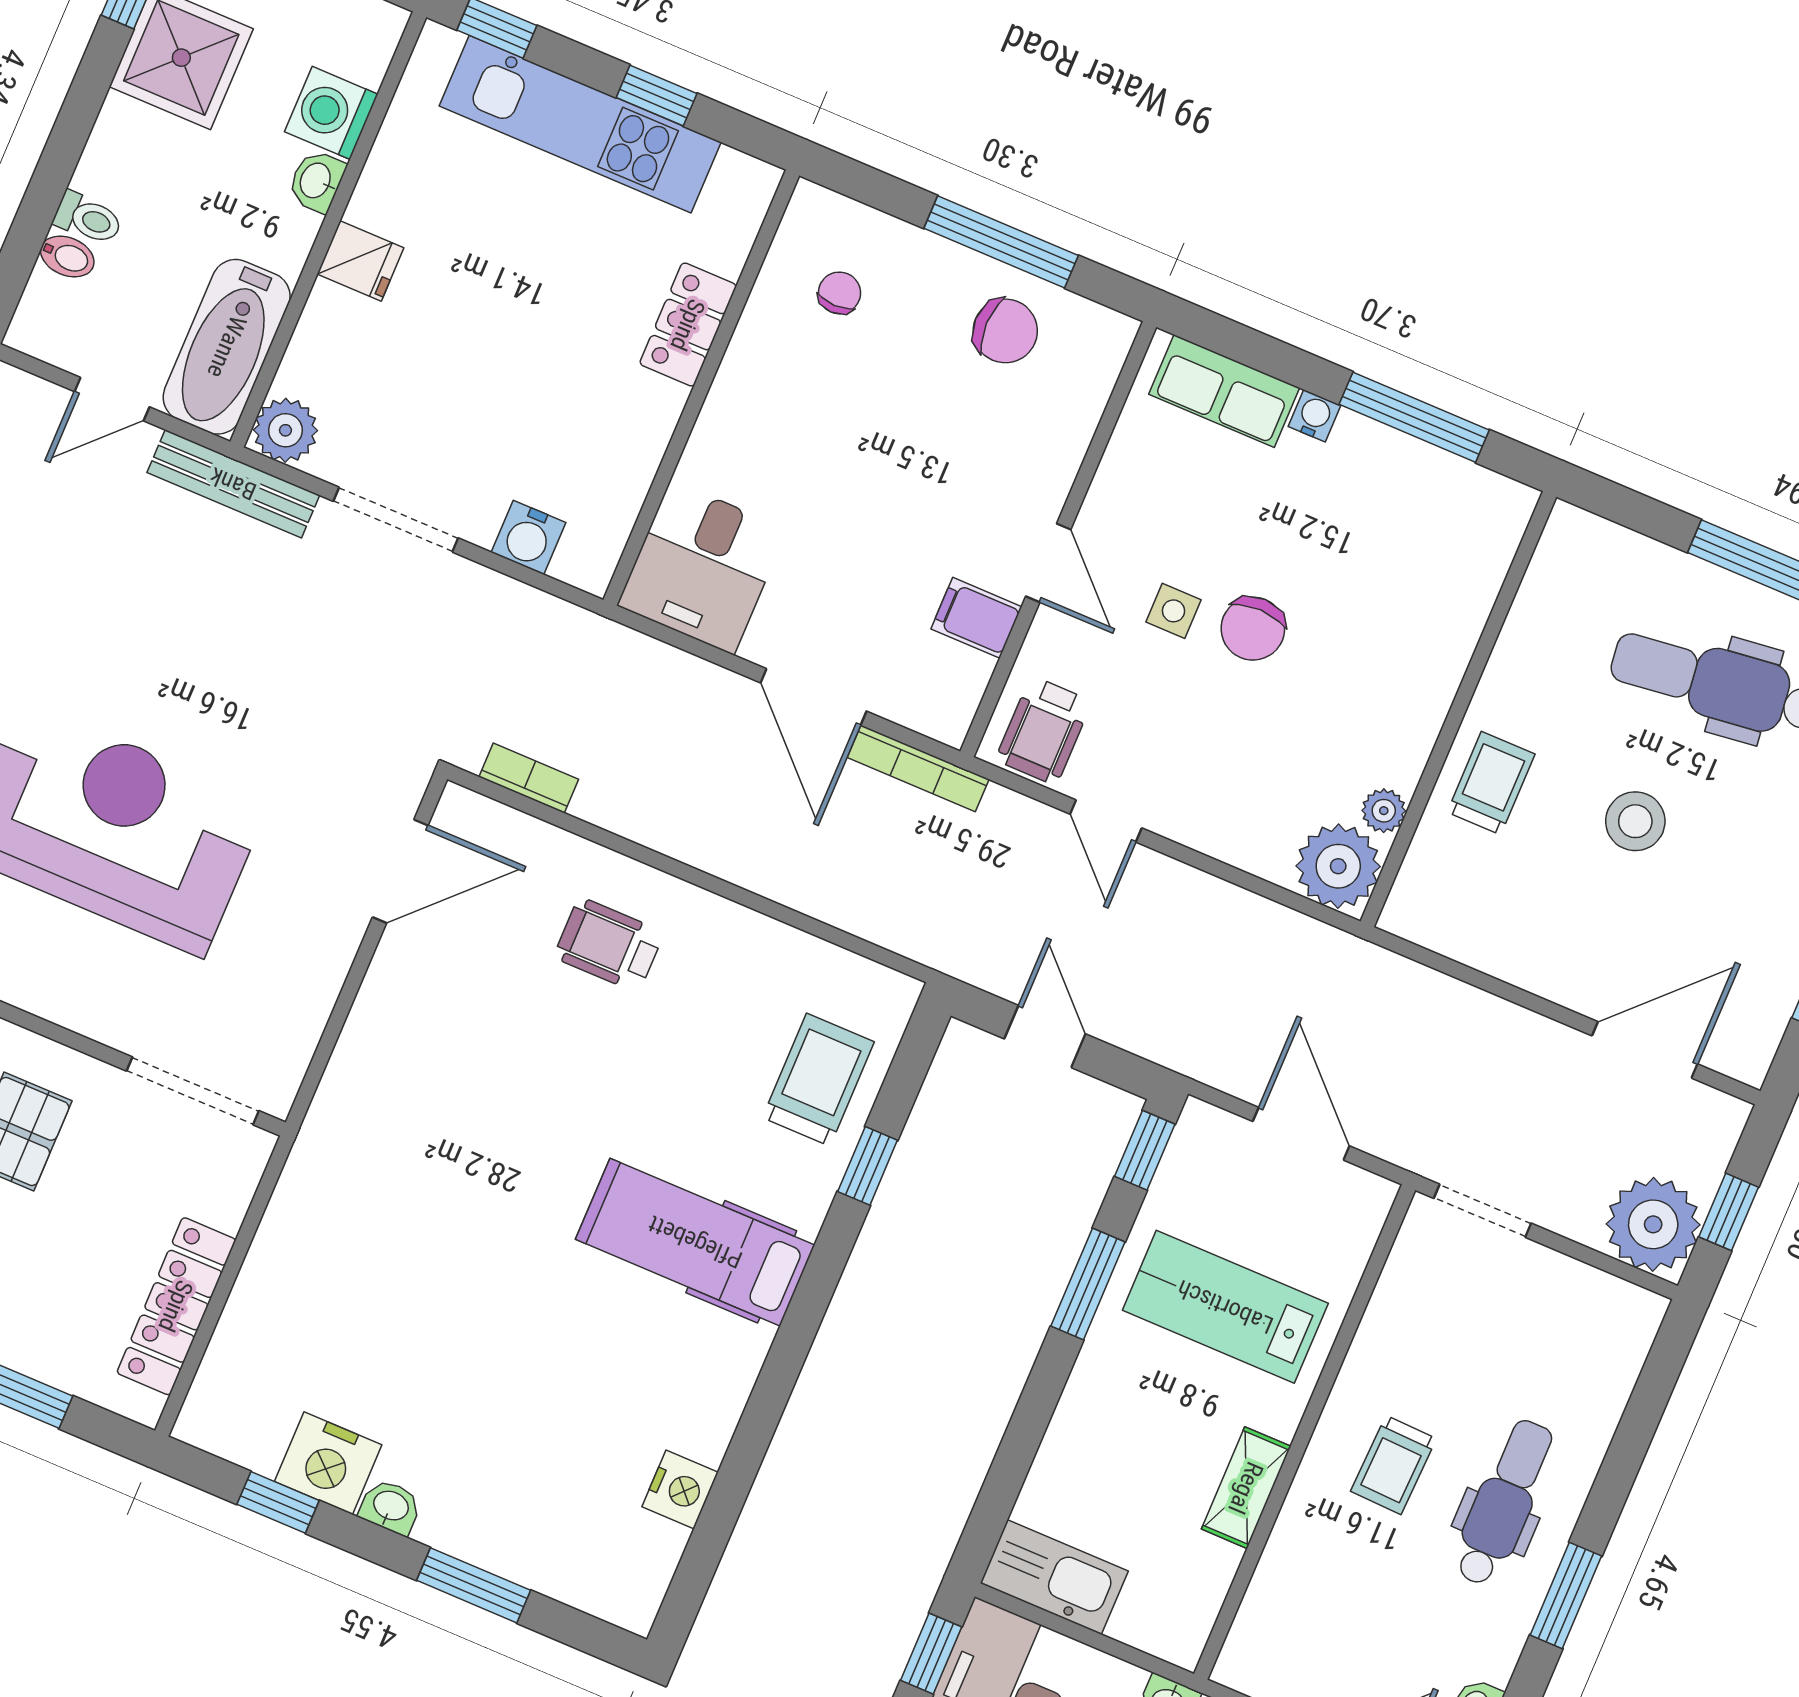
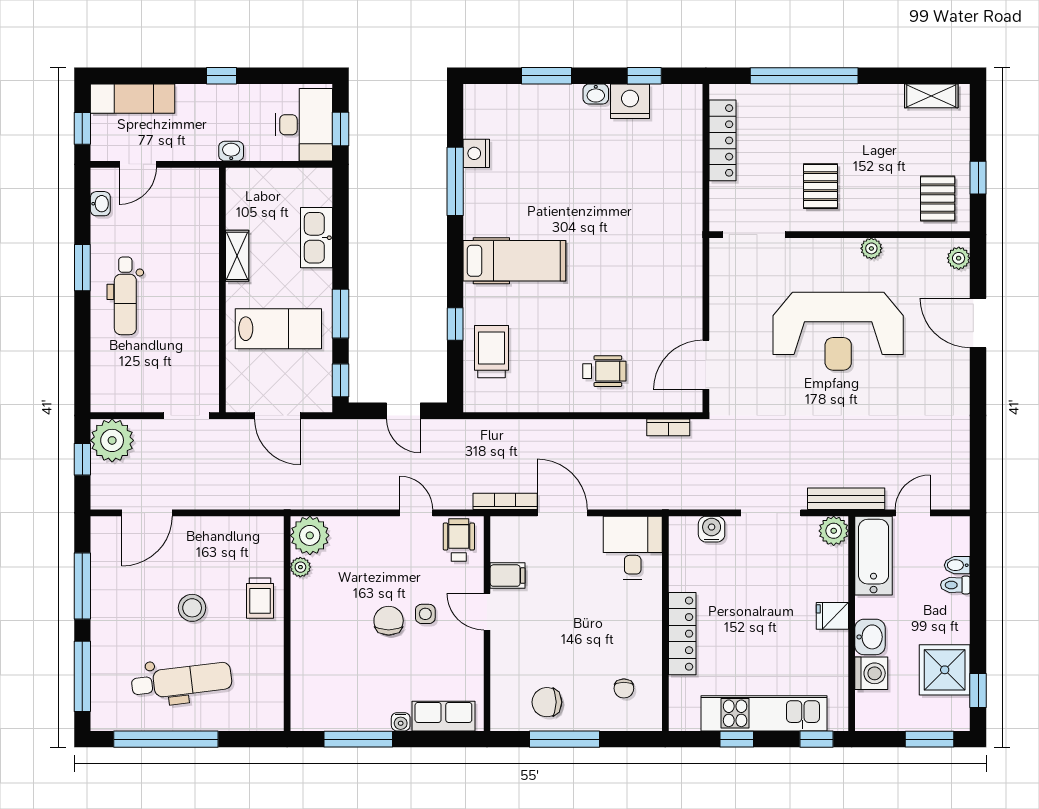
washbasin: (316, 181) -> (870, 637), width x1.38, depth x1.45
locker: (688, 325) -> (682, 634), width x1.53
trolley: (818, 1080) -> (491, 352), turned 180
window: (746, 1451) -> (455, 181), added
trolley: (1393, 1465) -> (179, 292), removed
kitchen sink: (1054, 1577) -> (317, 238), moved, turned 90

